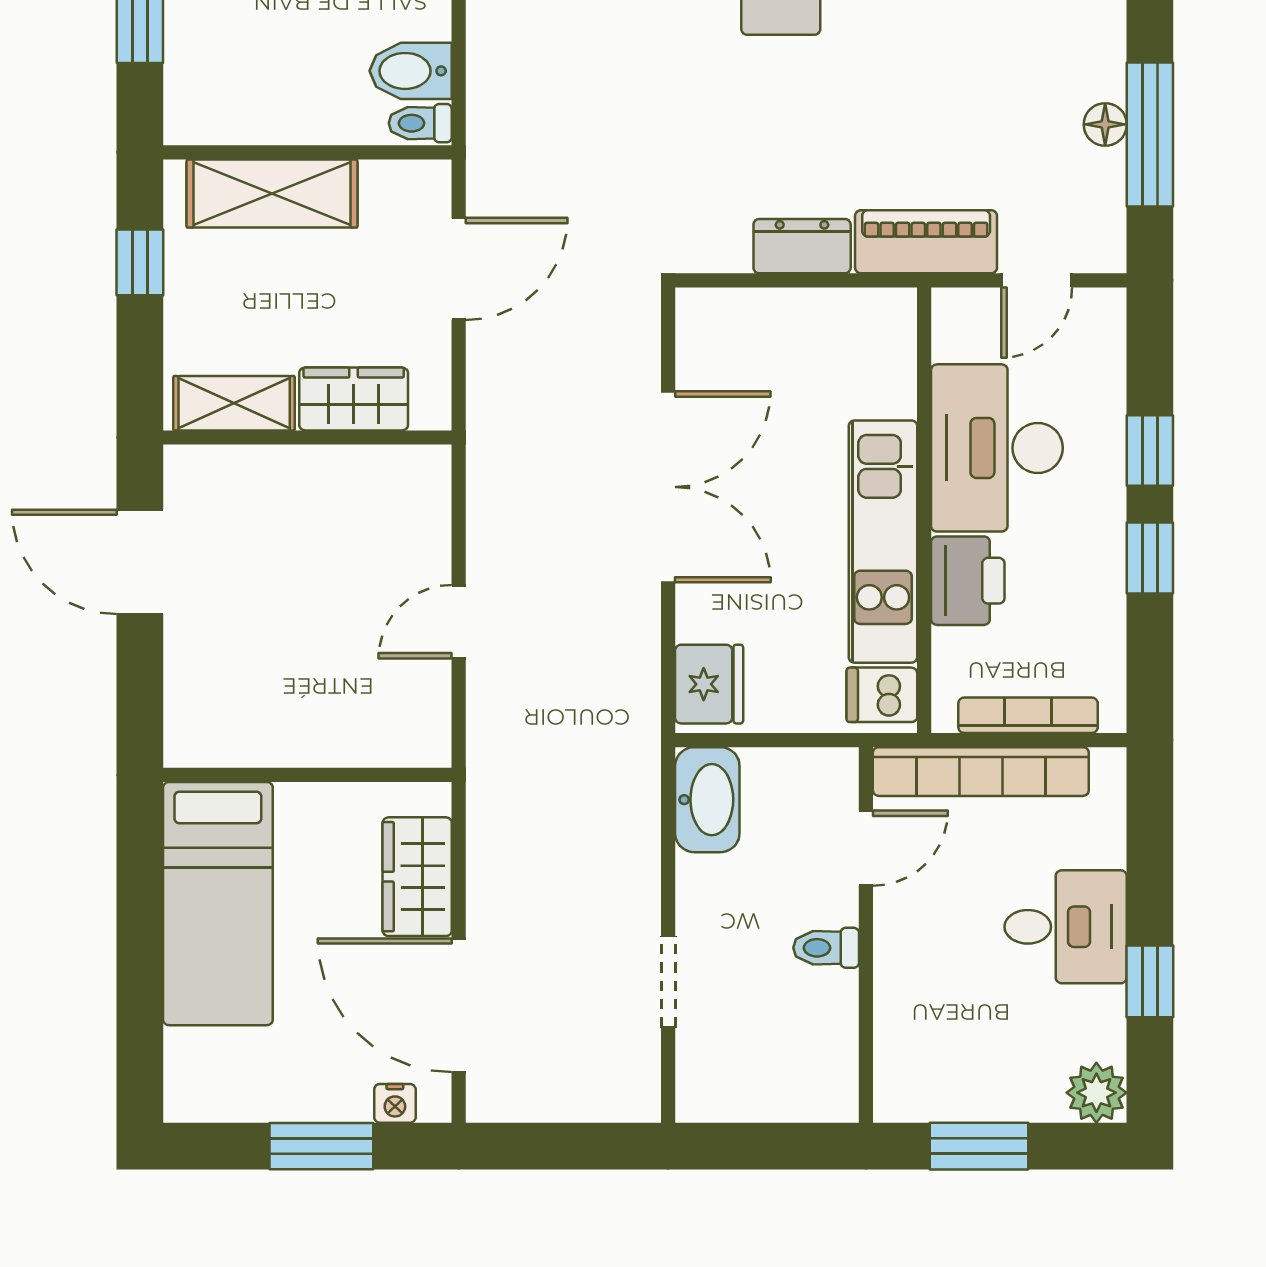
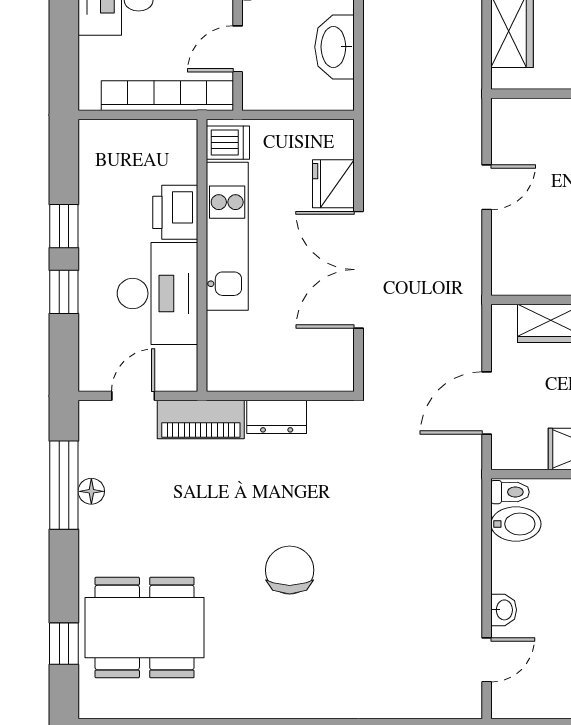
fridge: (709, 684) -> (333, 184), moved
bookcase: (1028, 715) -> (138, 130), removed
washbasin: (707, 800) -> (335, 47), moved

